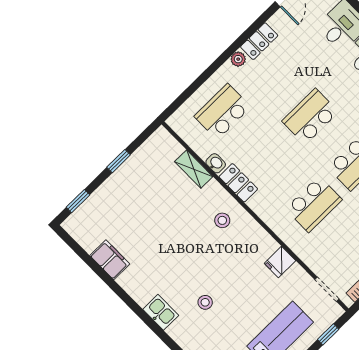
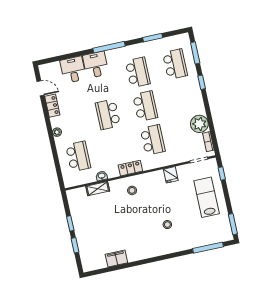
locker: (259, 41) -> (52, 106), moved
school desk: (222, 112) -> (78, 156), turned 180
locker: (238, 183) -> (130, 168), moved
window: (78, 201) -> (75, 245), moved
kitchen sink: (161, 312) -> (158, 250), removed

